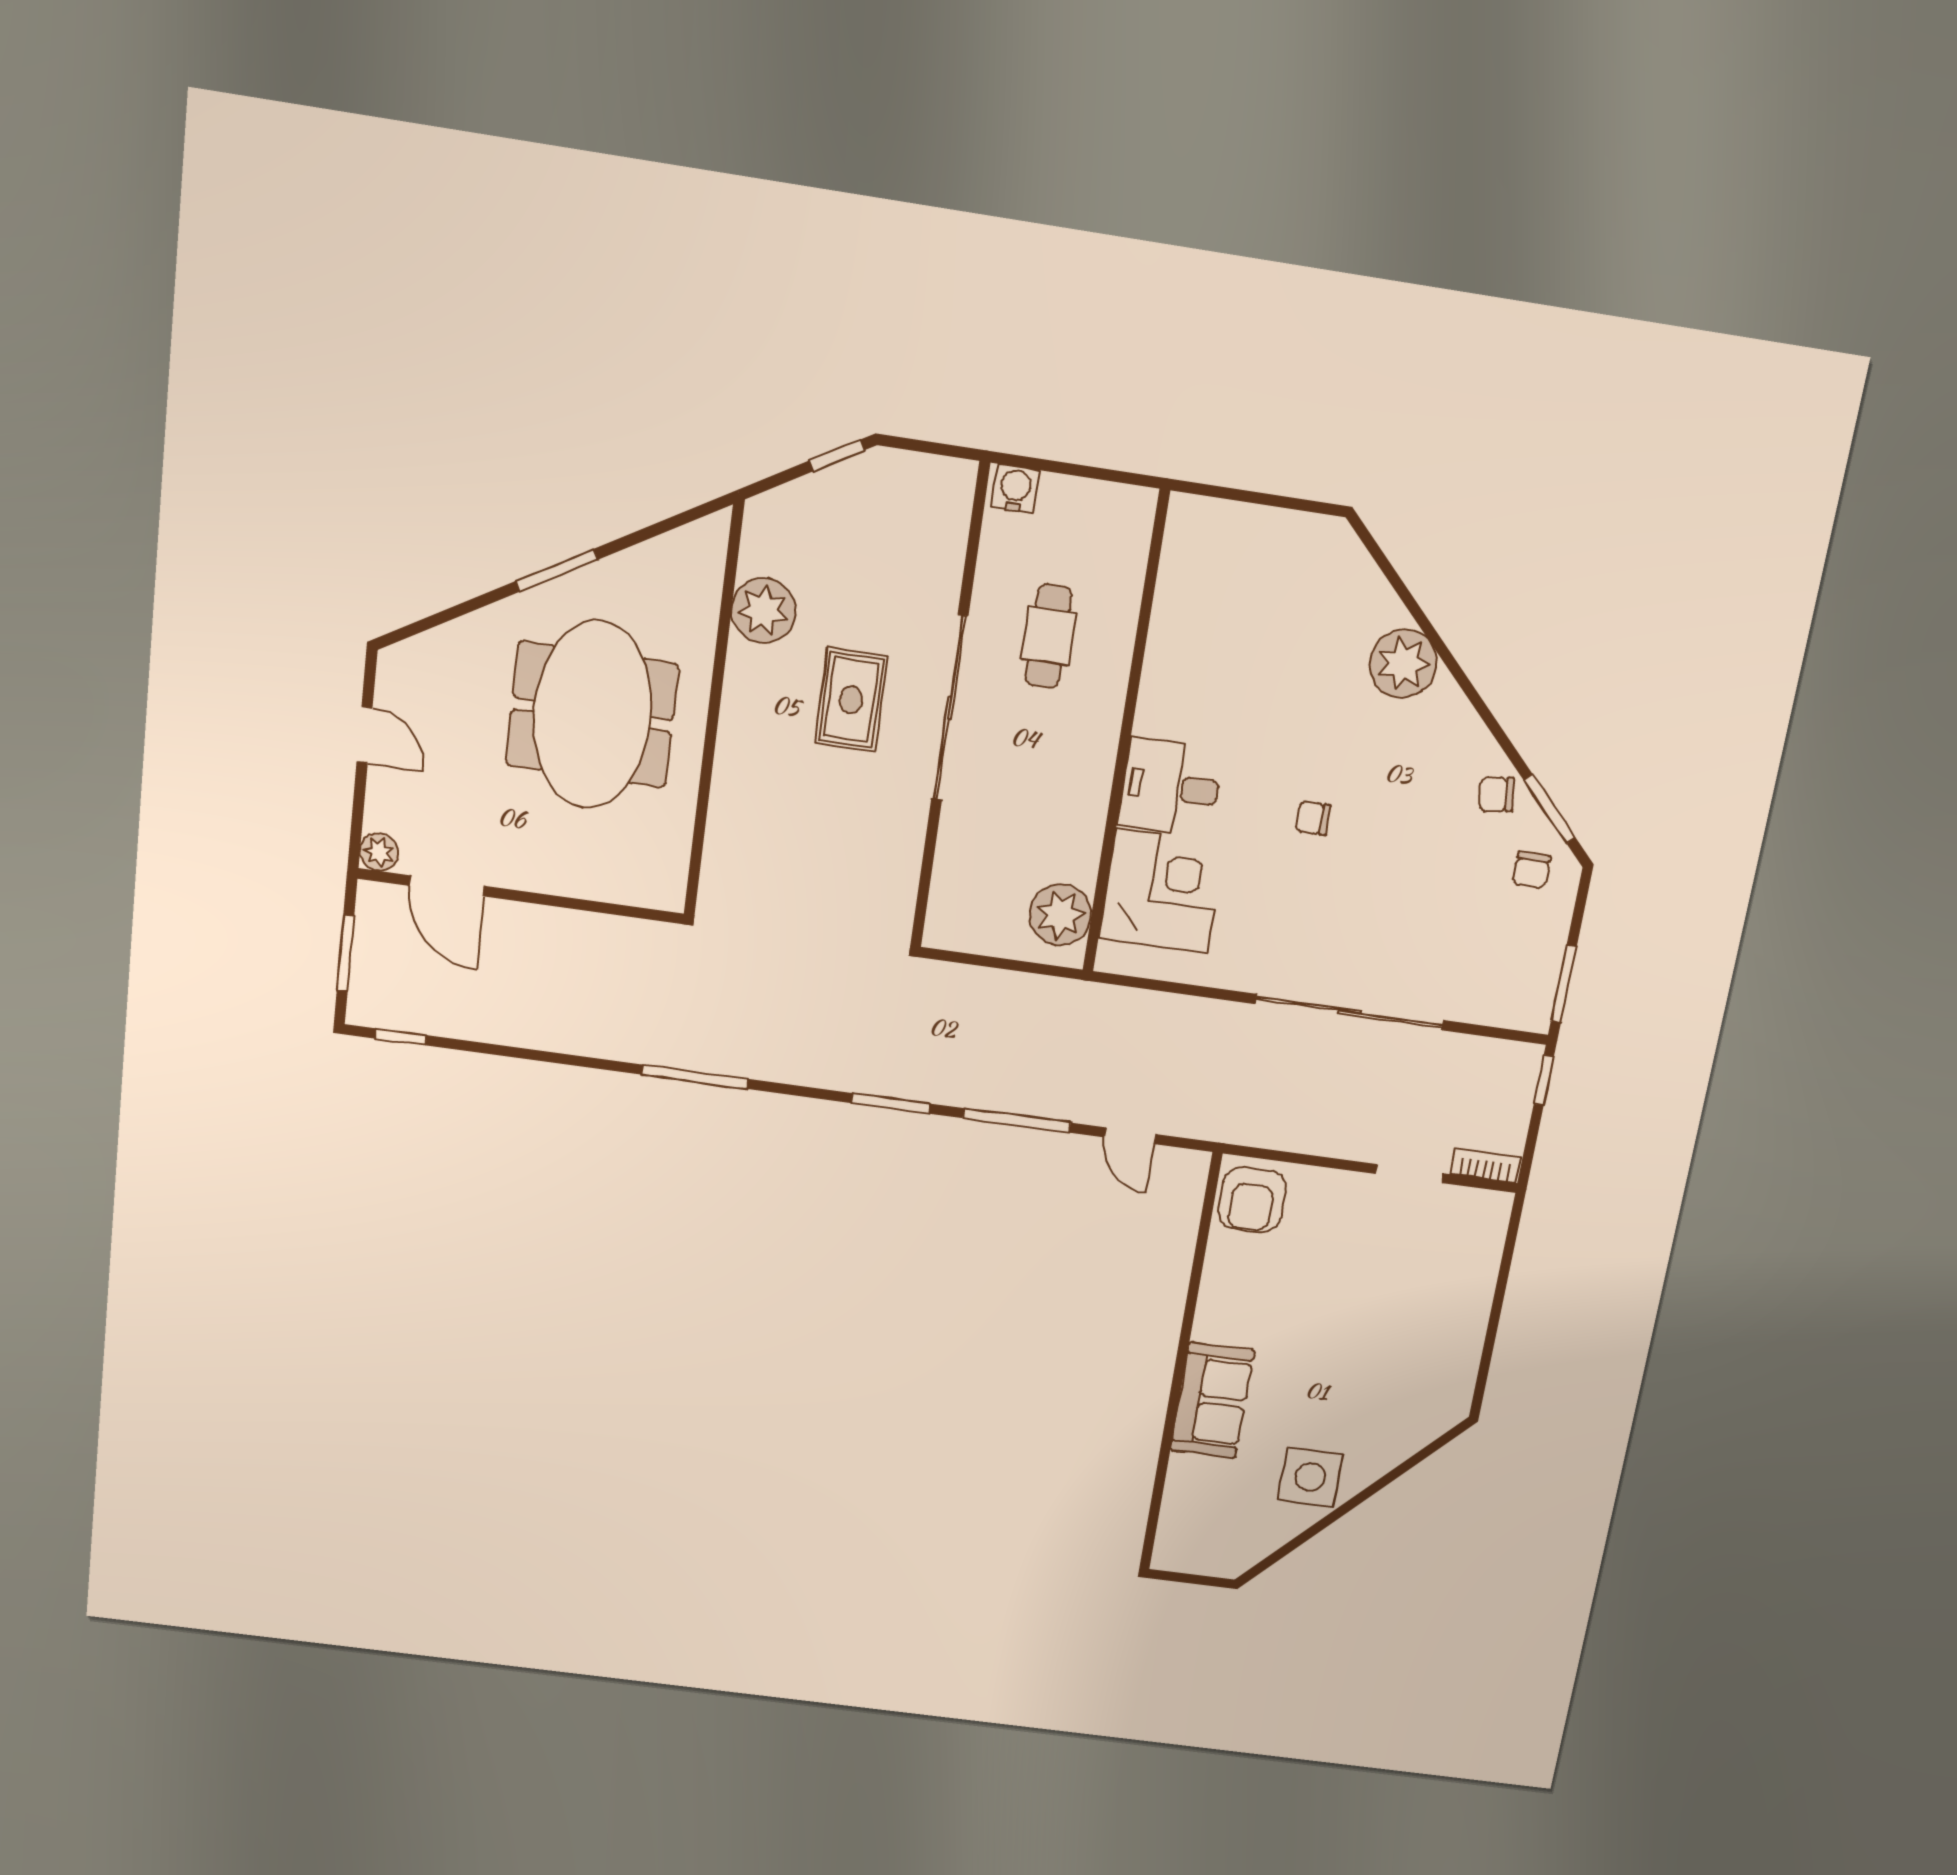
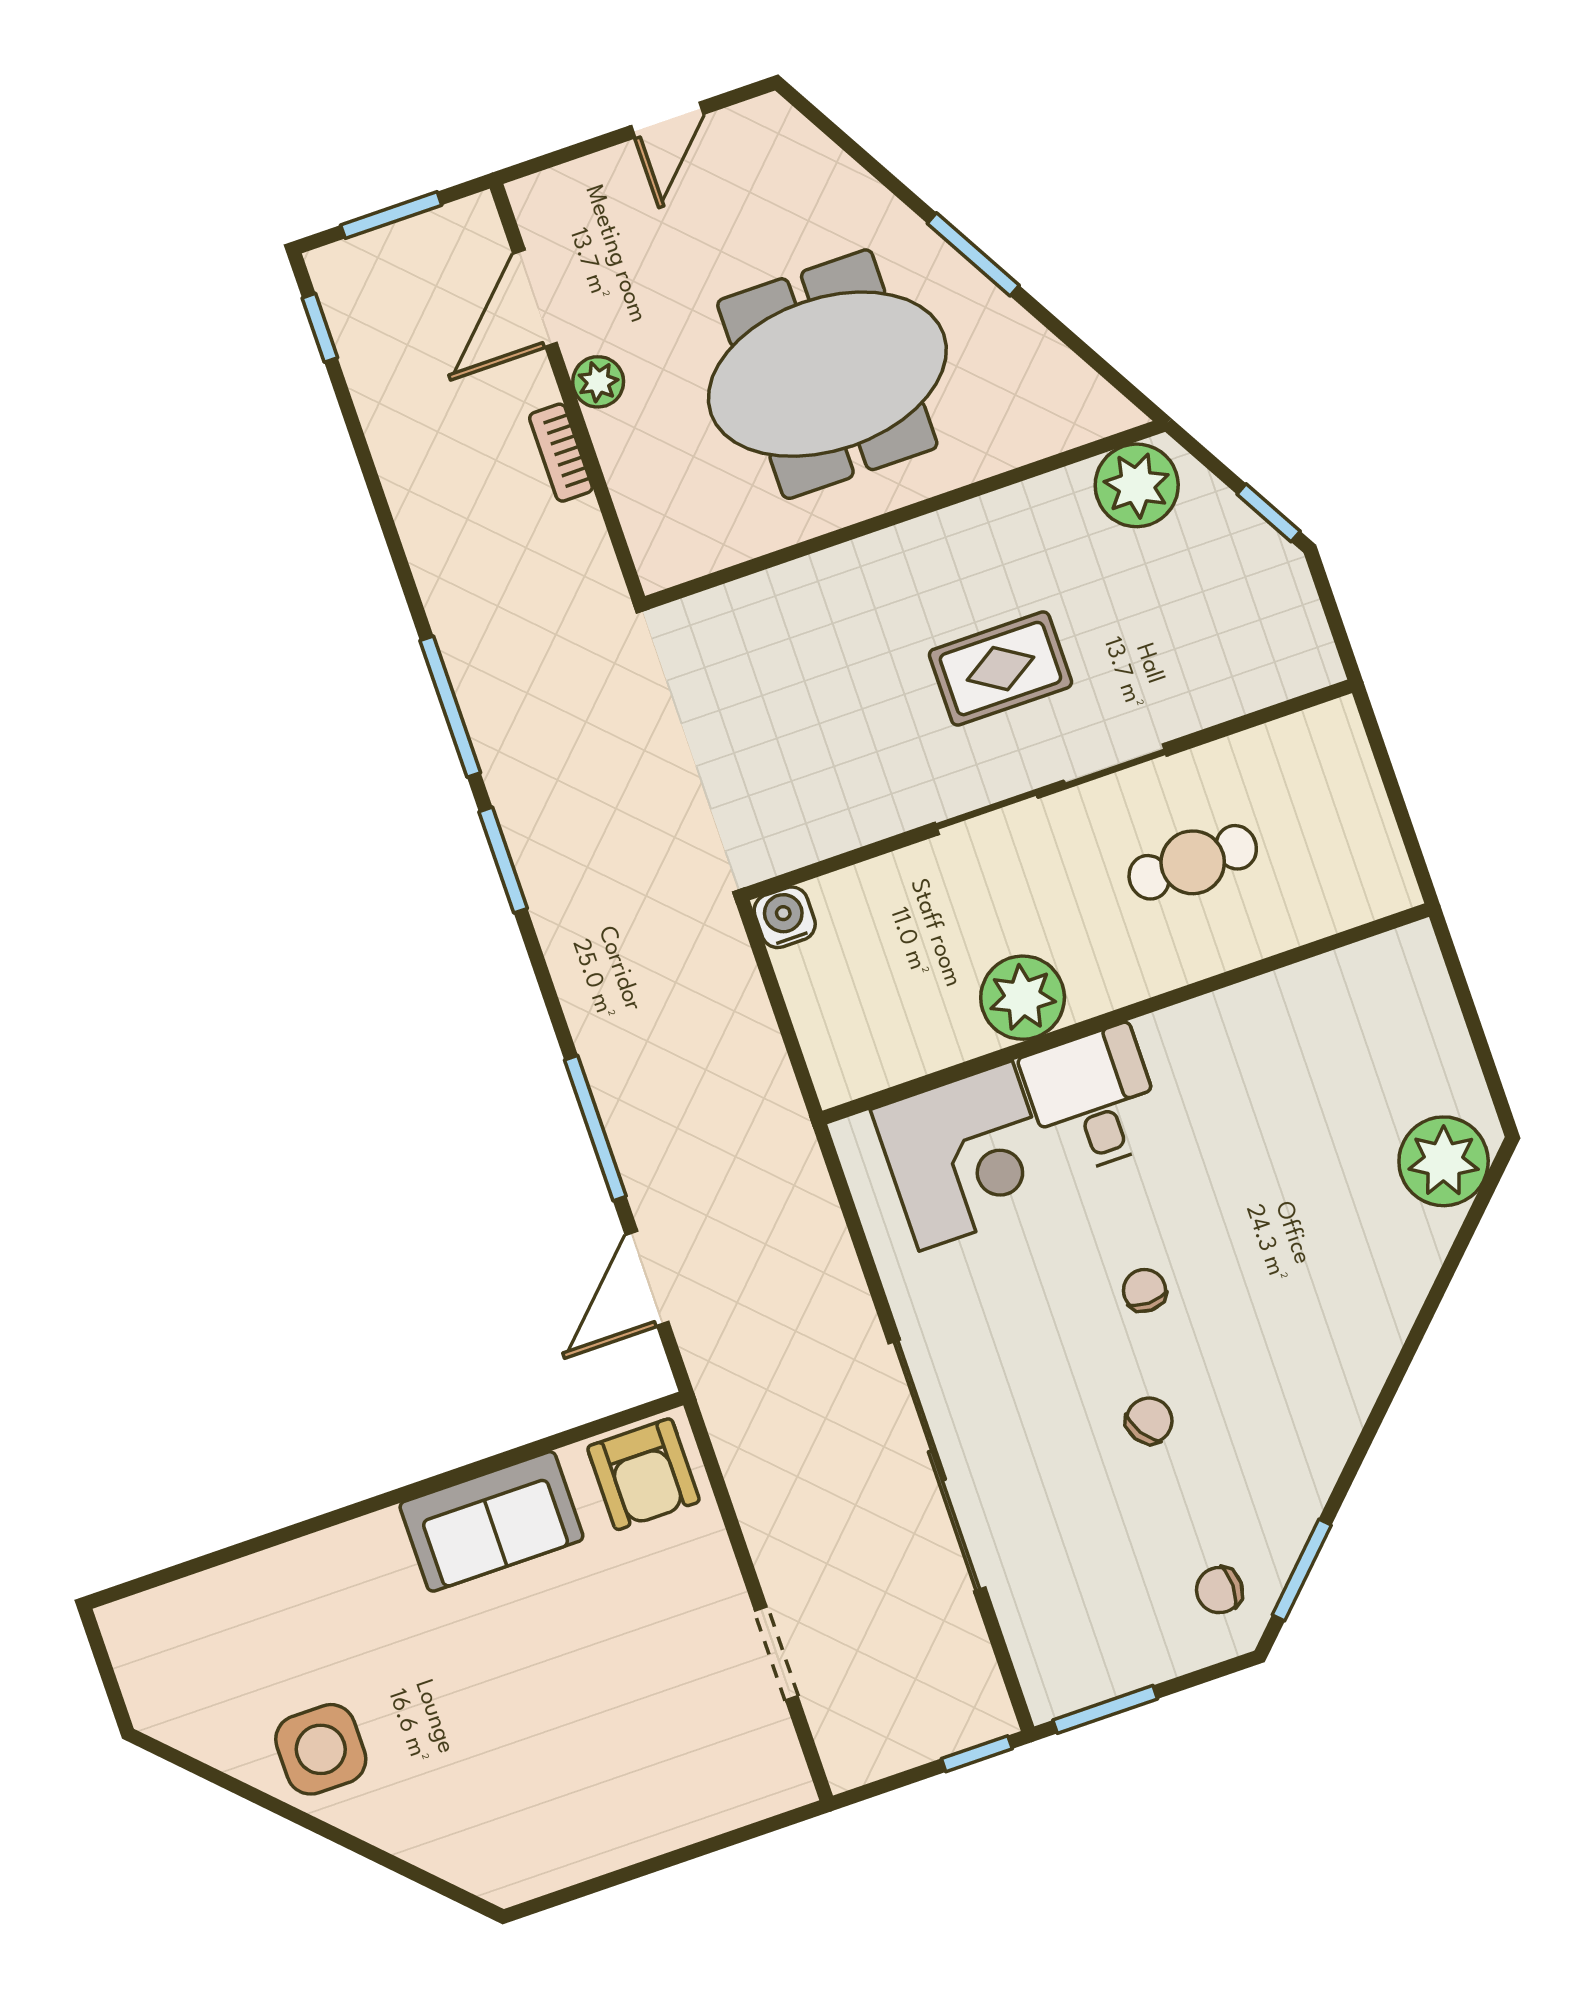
water cooler: (1016, 489) -> (785, 917), moved, turned -90
plant: (763, 610) -> (1137, 485), moved
plant: (1403, 664) -> (1444, 1161), moved
chair: (1497, 795) -> (1149, 1421), moved, turned 65
plant: (379, 852) -> (598, 382), moved
plant: (1060, 915) -> (1023, 998), moved
window: (890, 1103) -> (503, 860), moved
door: (1130, 1136) -> (647, 1278), width x1.38
bookcase: (1485, 1166) -> (561, 453), moved, turned 180
armchair: (1252, 1200) -> (643, 1474), turned -90
sofa: (1212, 1401) -> (491, 1521), moved

